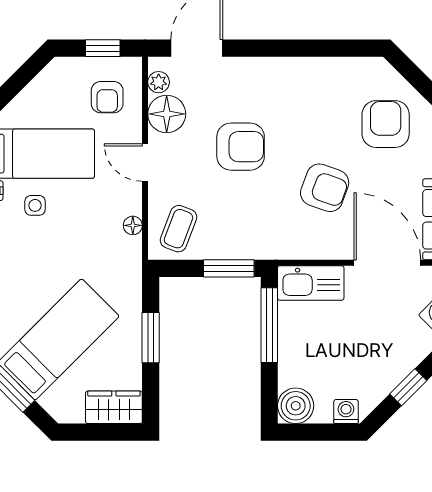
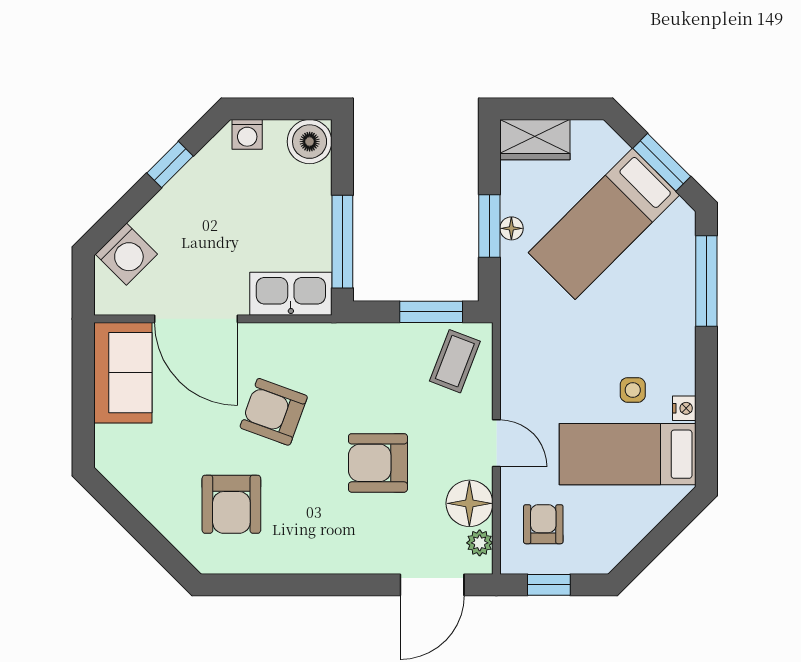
armchair: (386, 124) -> (231, 504), moved
floor lamp: (133, 225) -> (511, 228), moved
window: (229, 268) -> (431, 312), moved

